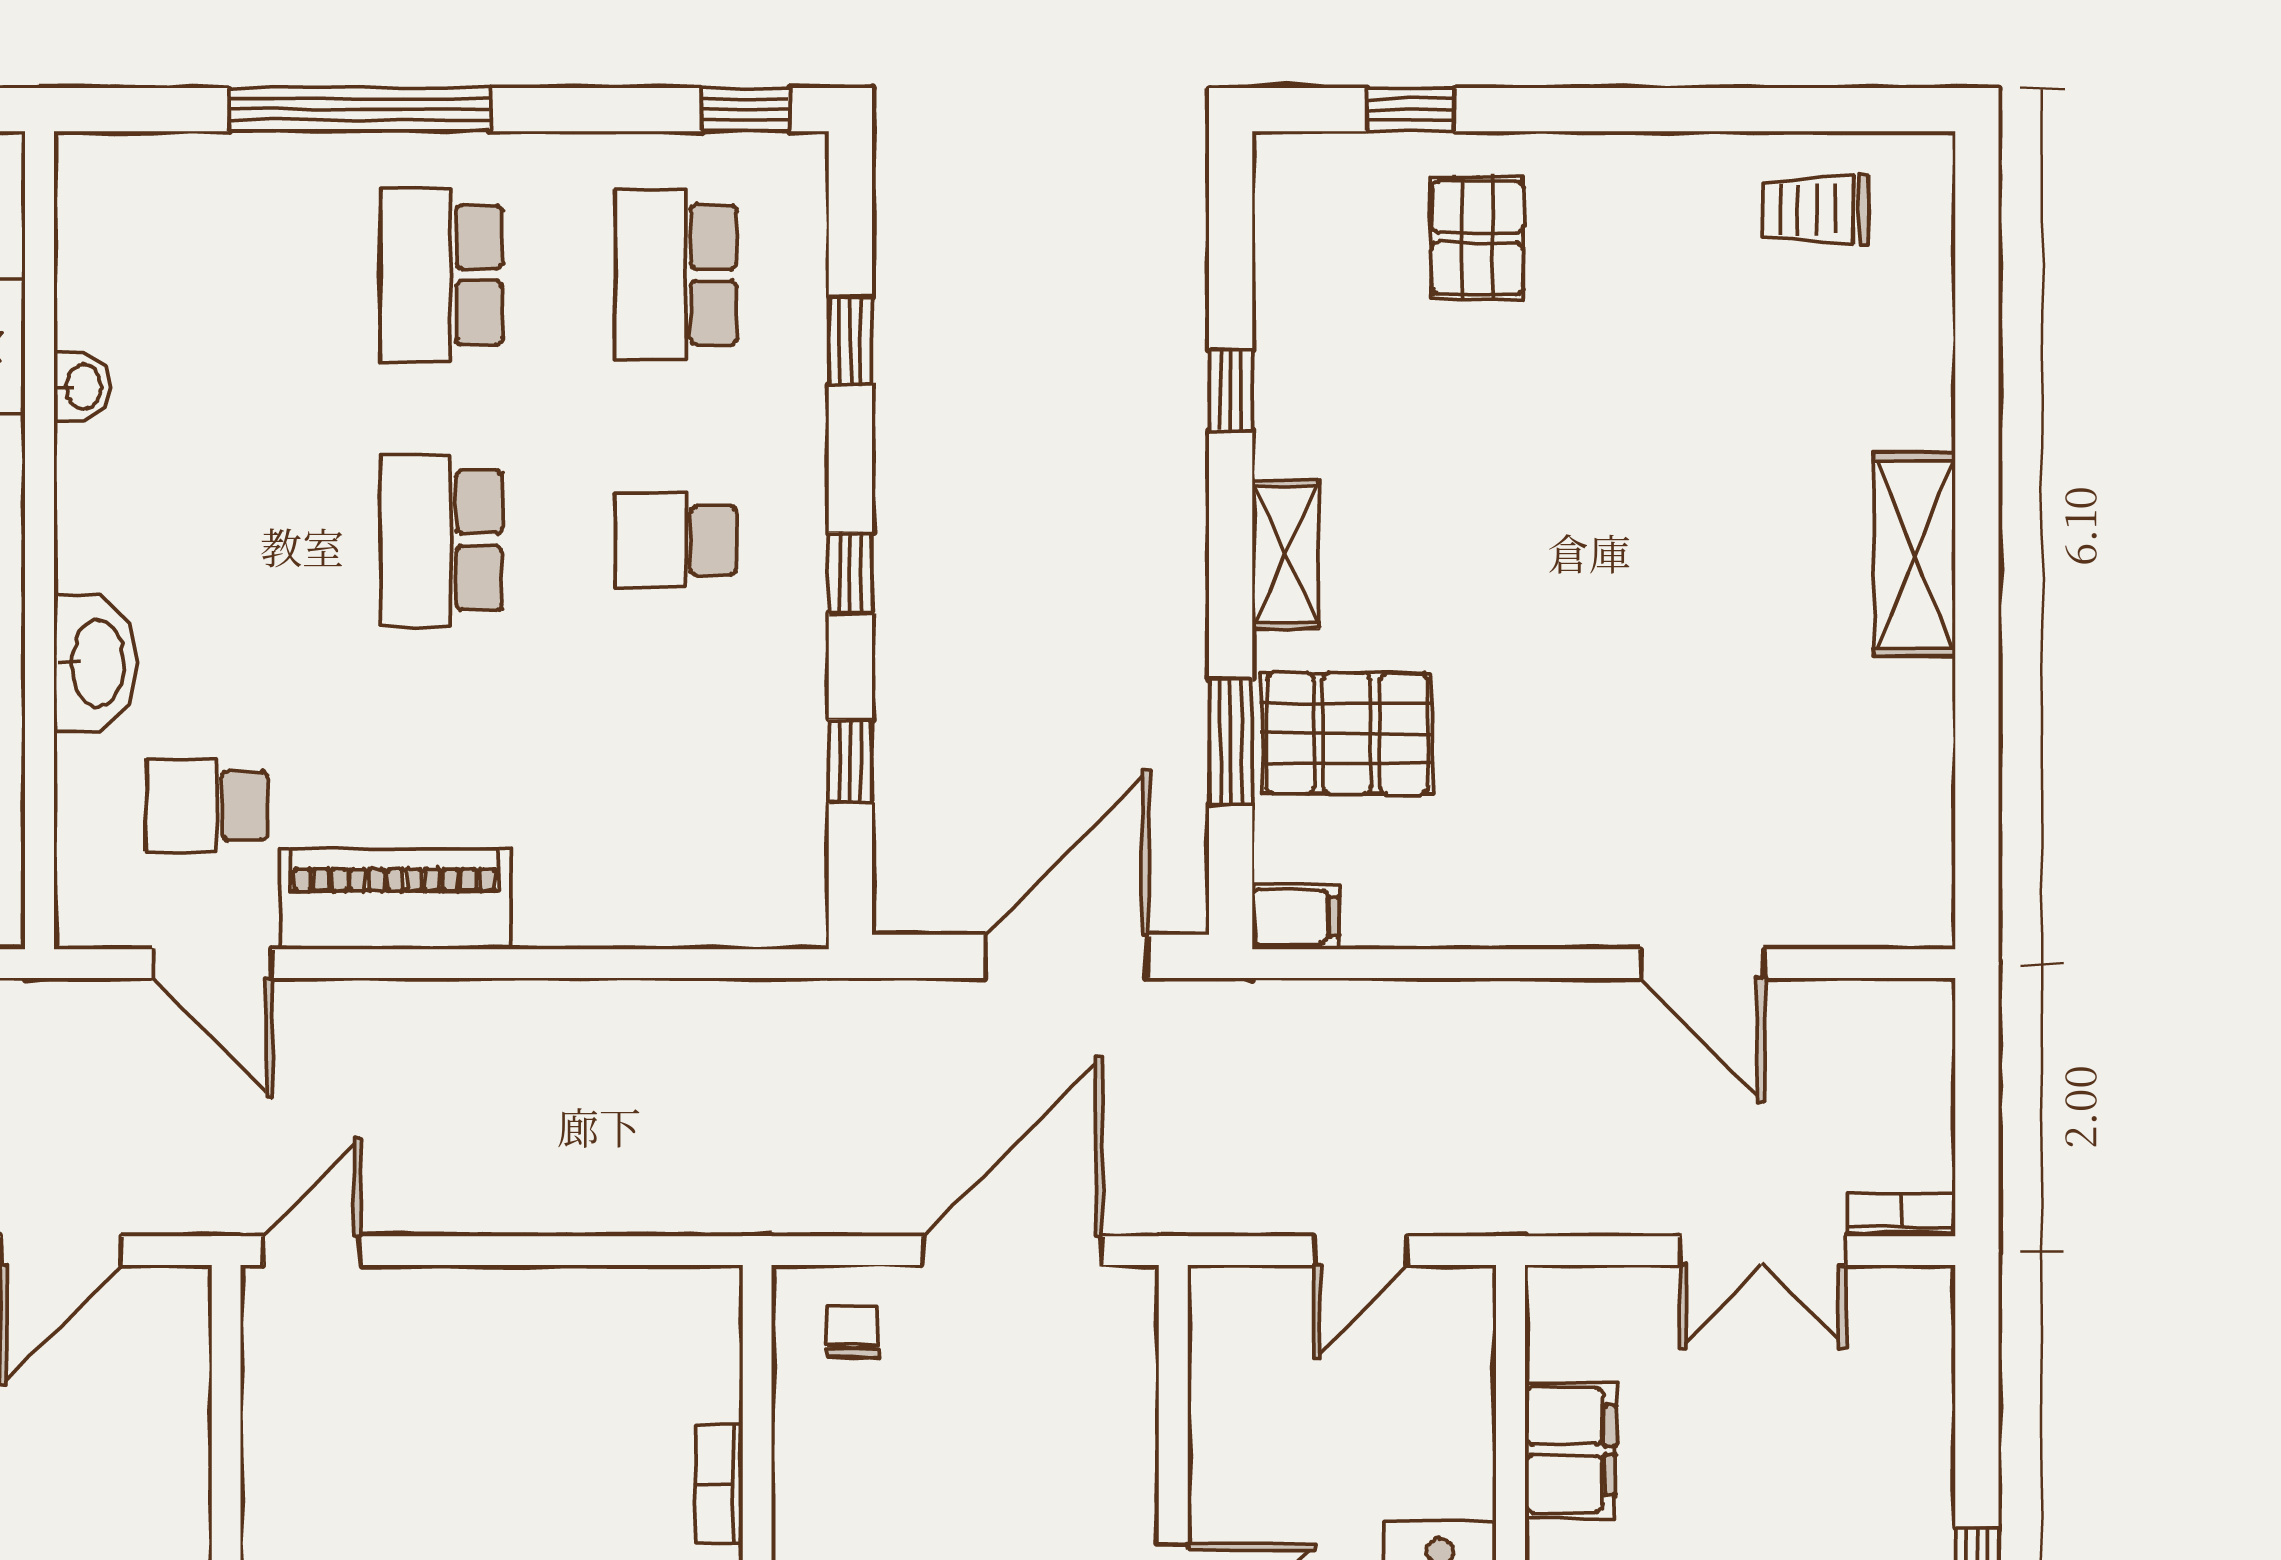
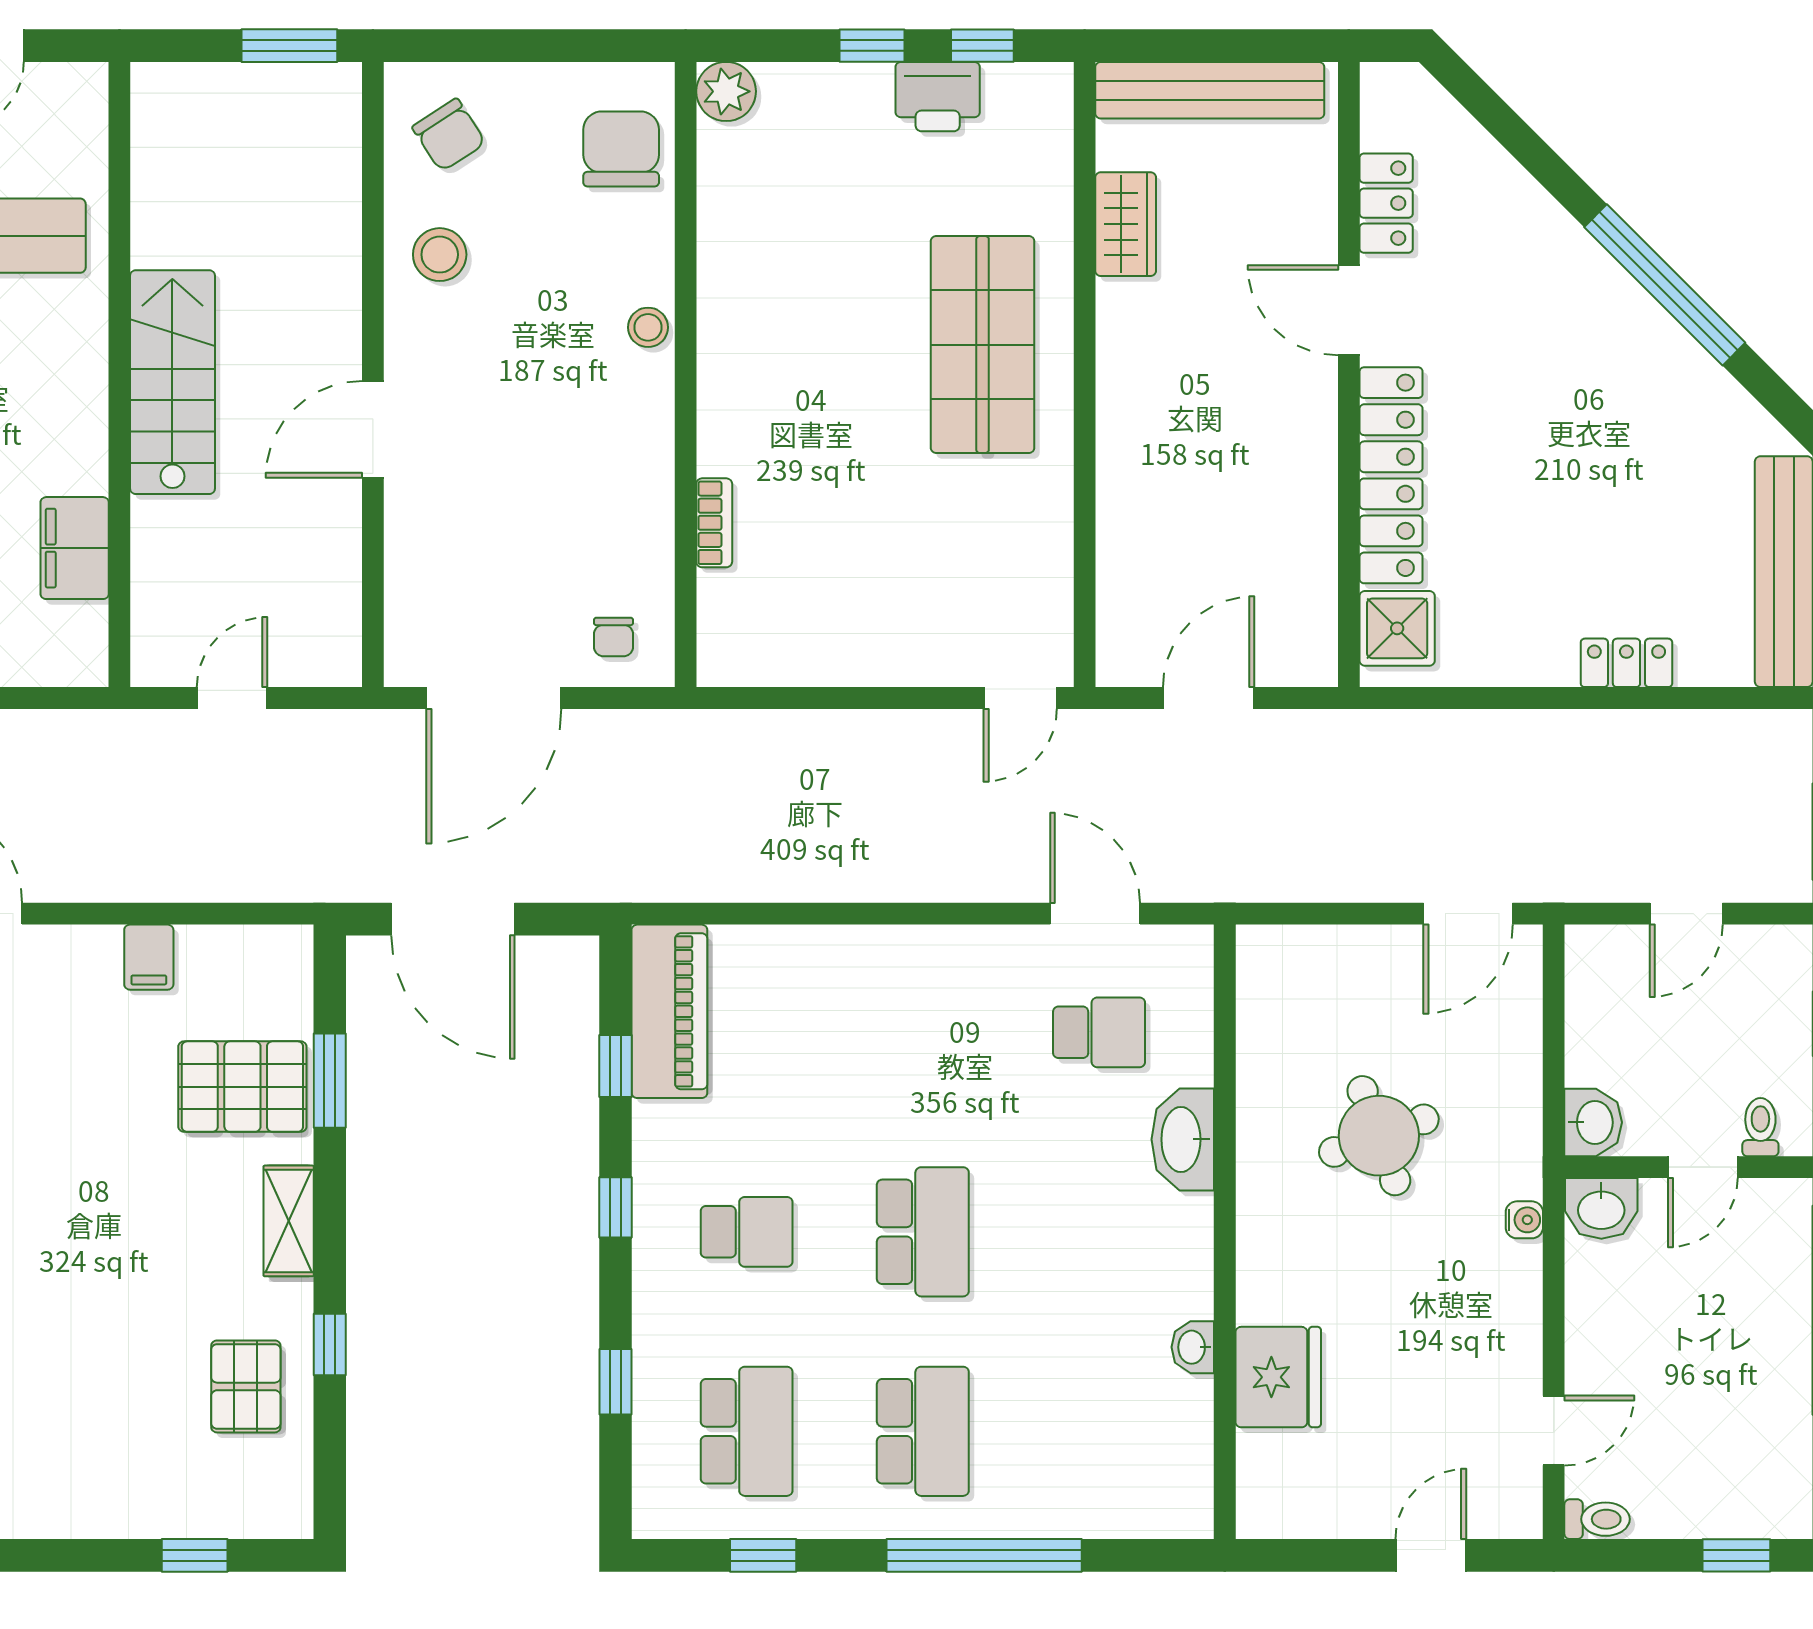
window: (745, 110) -> (763, 1555), moved
pallet: (1477, 238) -> (246, 1386), moved
piano: (395, 899) -> (669, 1011), moved, turned -90
filing cabinet: (1296, 917) -> (149, 957), moved, turned -90
door: (1067, 956) -> (453, 919), hinge flipped

